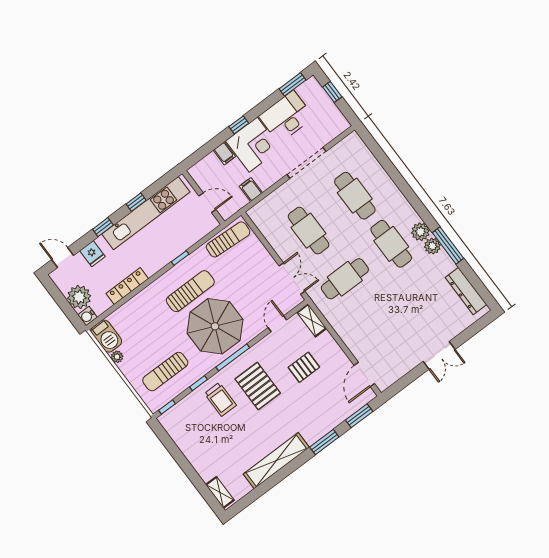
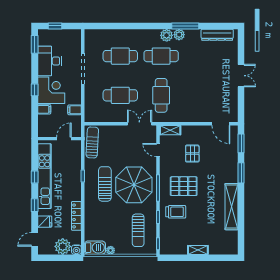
shelving: (220, 492) -> (198, 250), moved

